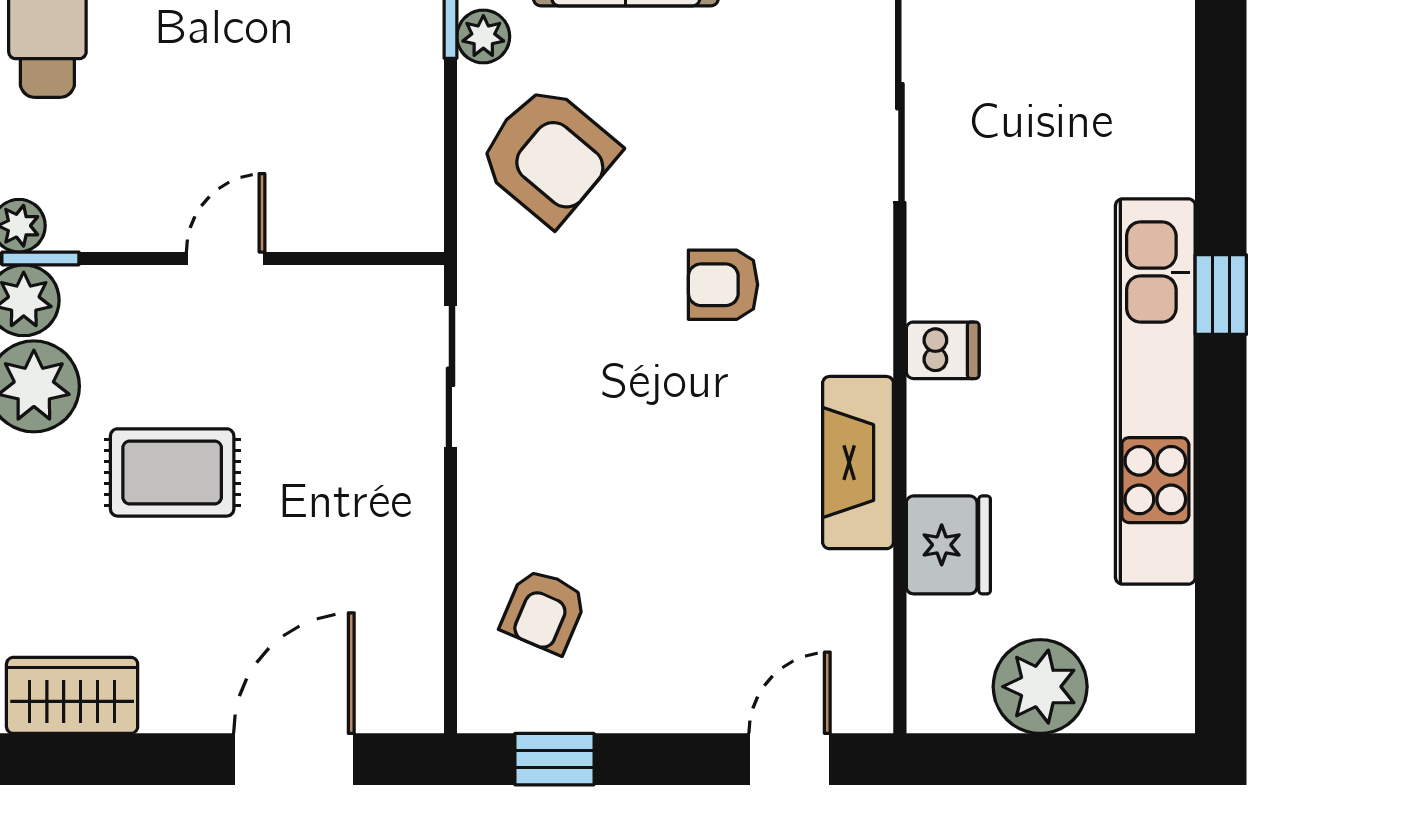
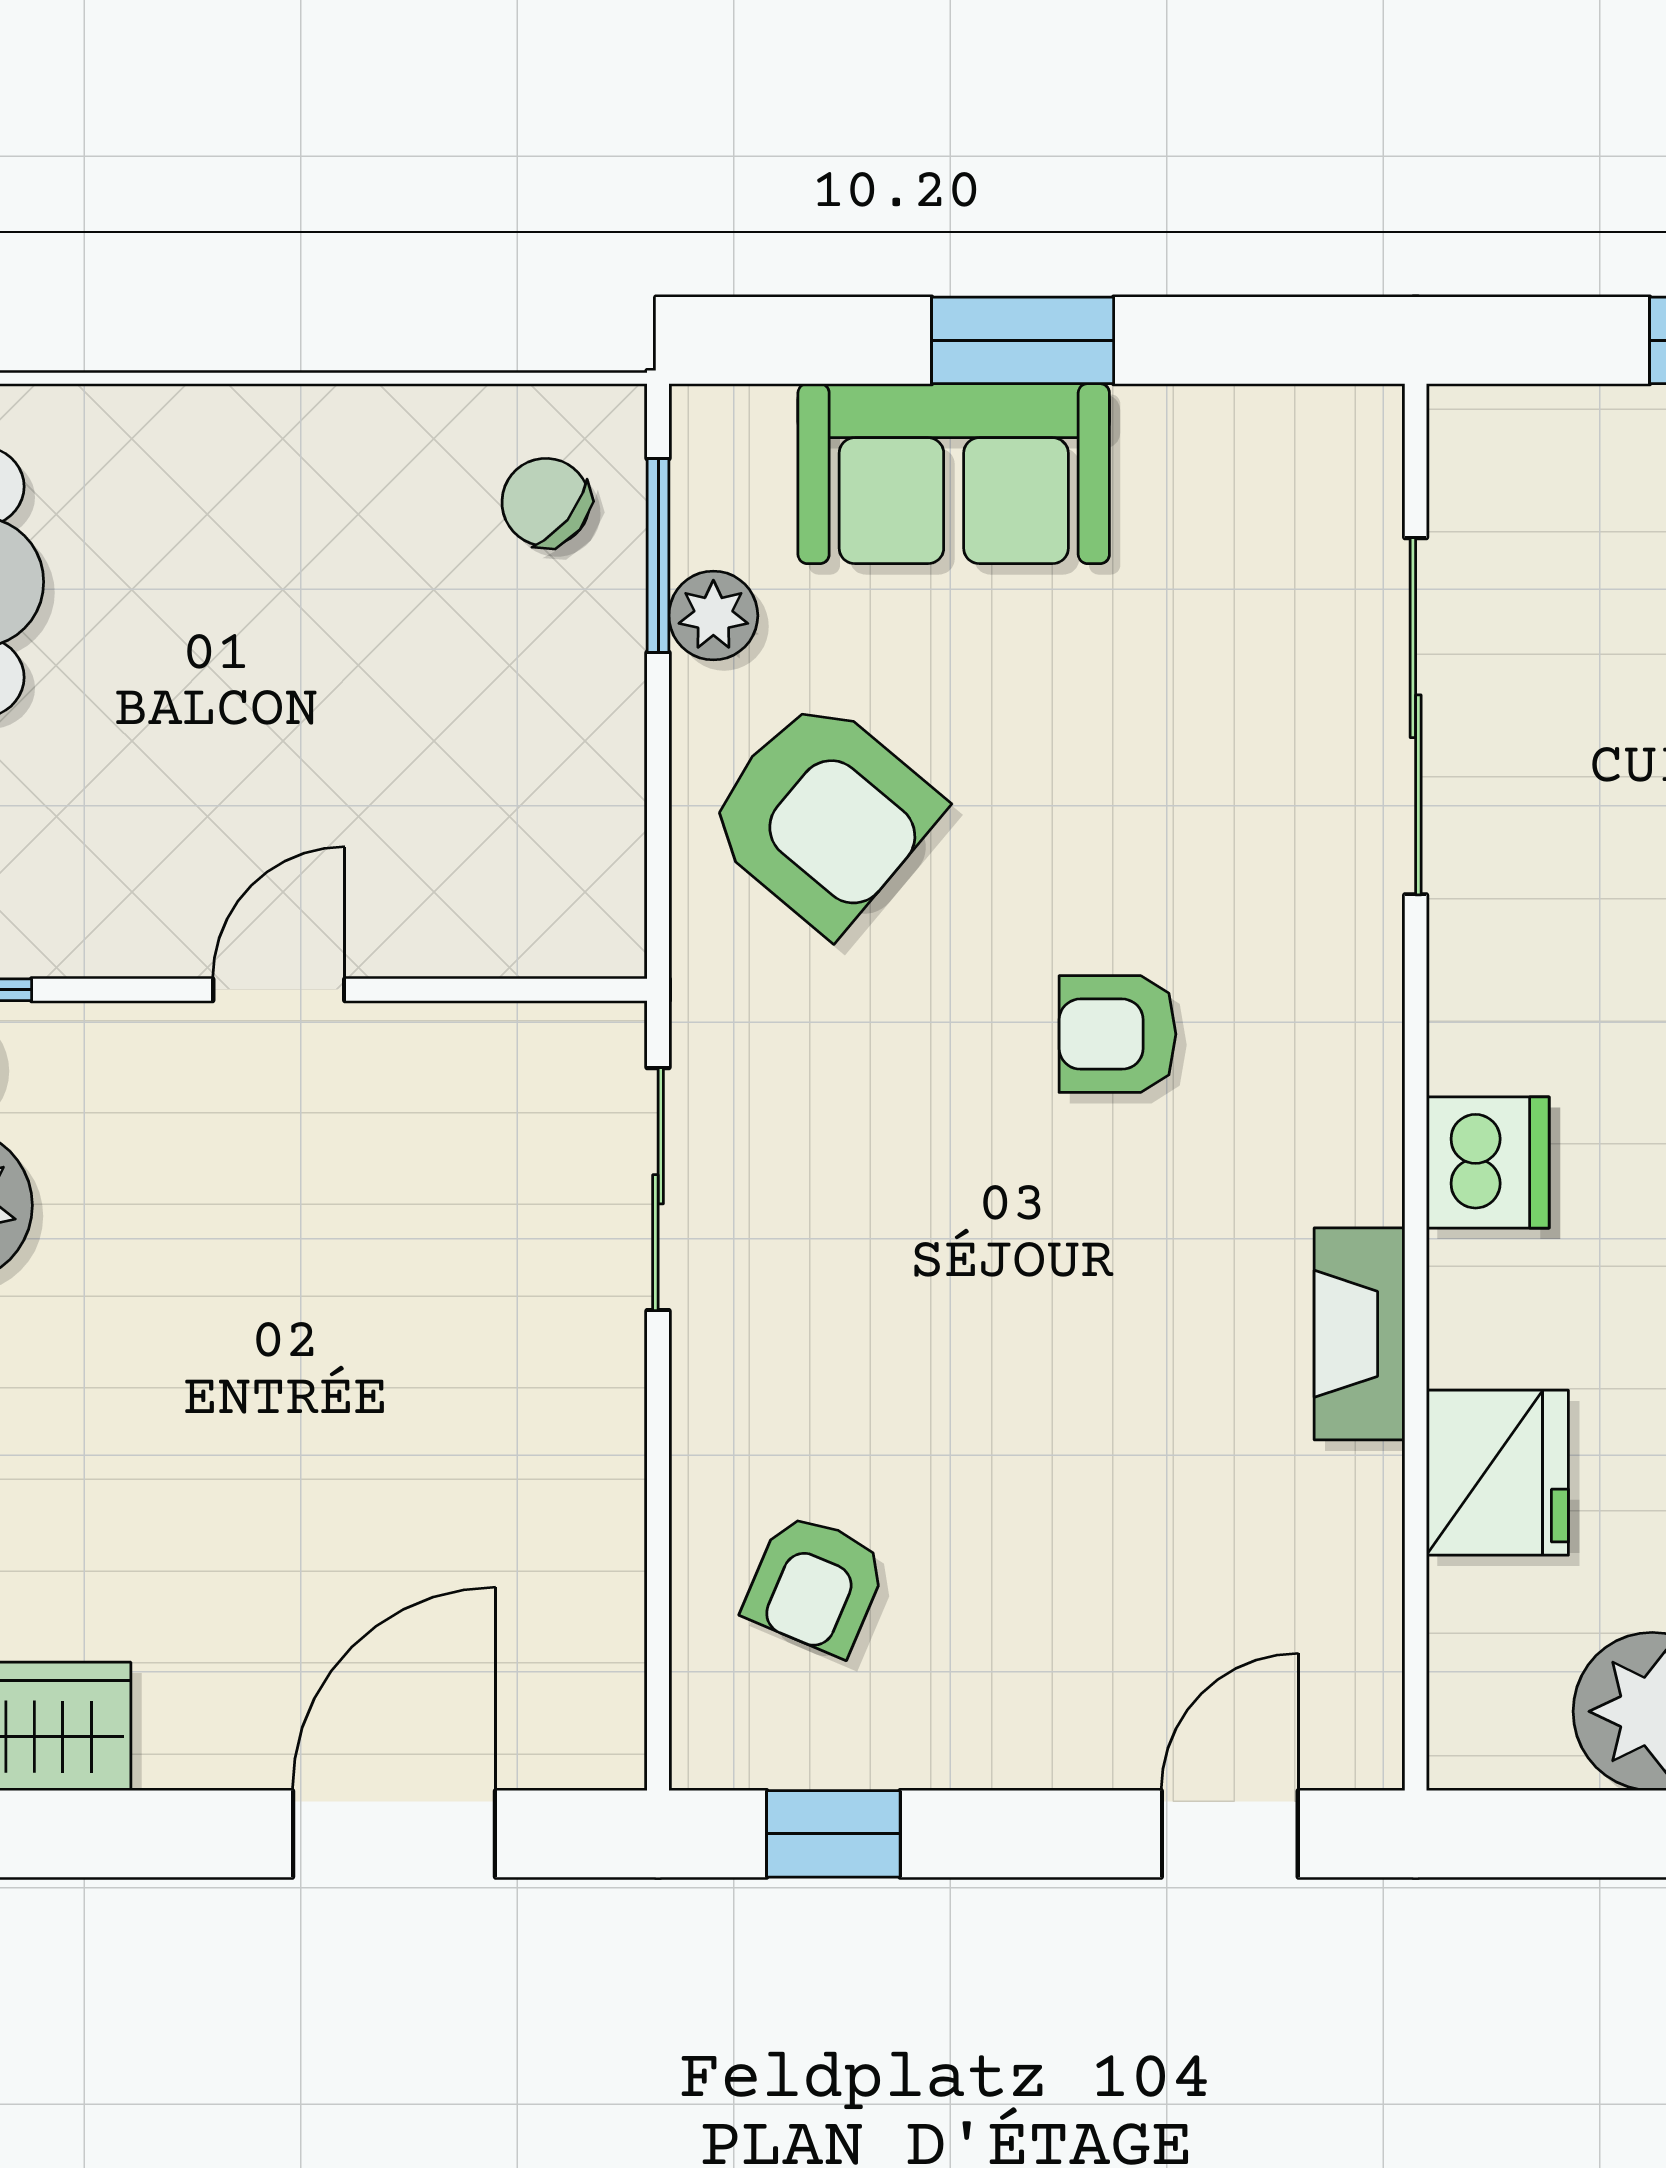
dishwasher: (943, 350) -> (1488, 1163), width x1.38
fireplace: (858, 463) -> (1359, 1334), width x0.73, depth x0.76
rug: (172, 472) -> (189, 1351), removed

